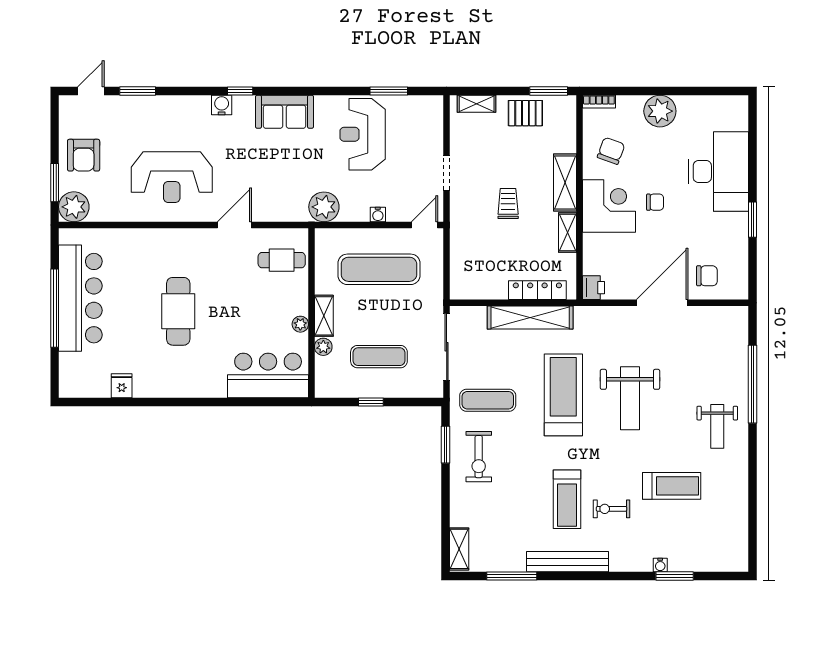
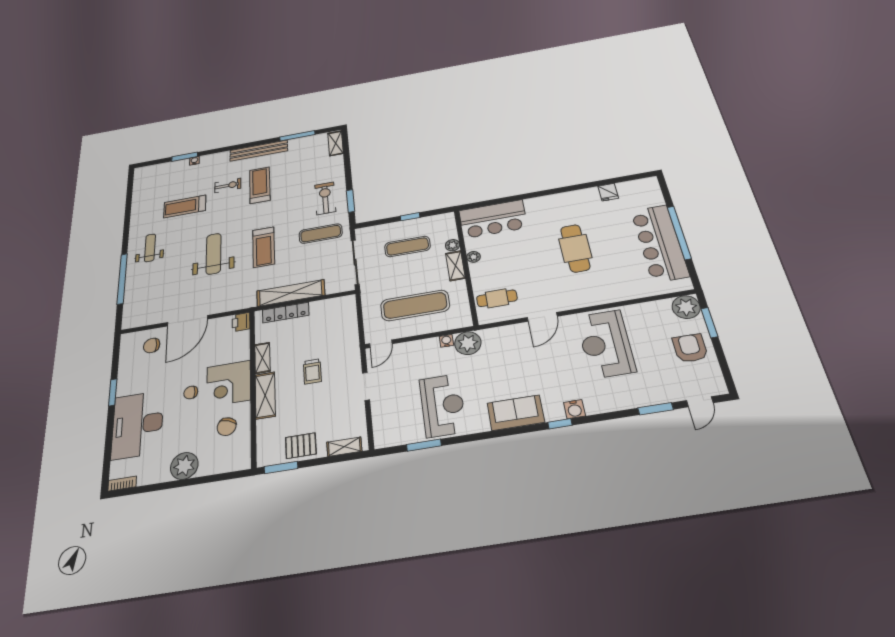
bookcase: (599, 102) -> (122, 484), moved
reception desk: (172, 177) -> (606, 344), turned -90
water cooler: (378, 215) -> (446, 341), moved
treadmill: (563, 395) -> (264, 247), width x0.73, depth x0.73

